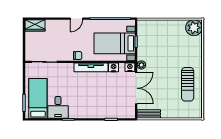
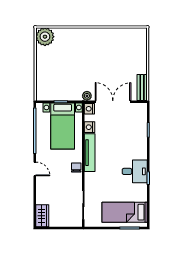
sun lounger: (188, 84) -> (109, 44), removed
desk: (58, 107) -> (135, 171), moved

